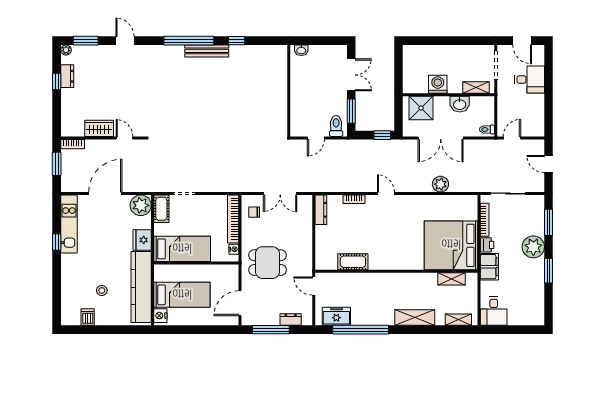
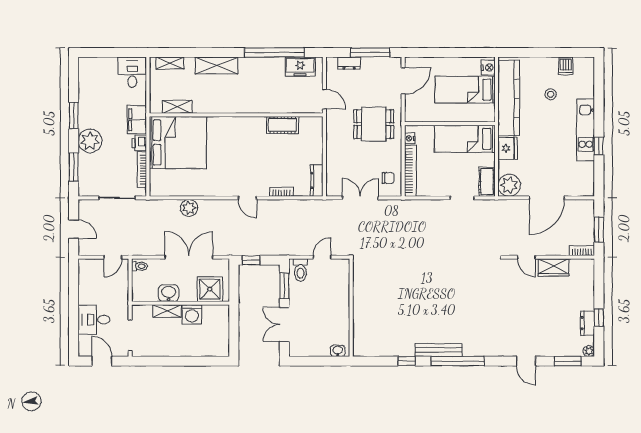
shelving: (476, 88) -> (167, 311), moved
kitchen unit: (69, 224) -> (586, 130), moved

